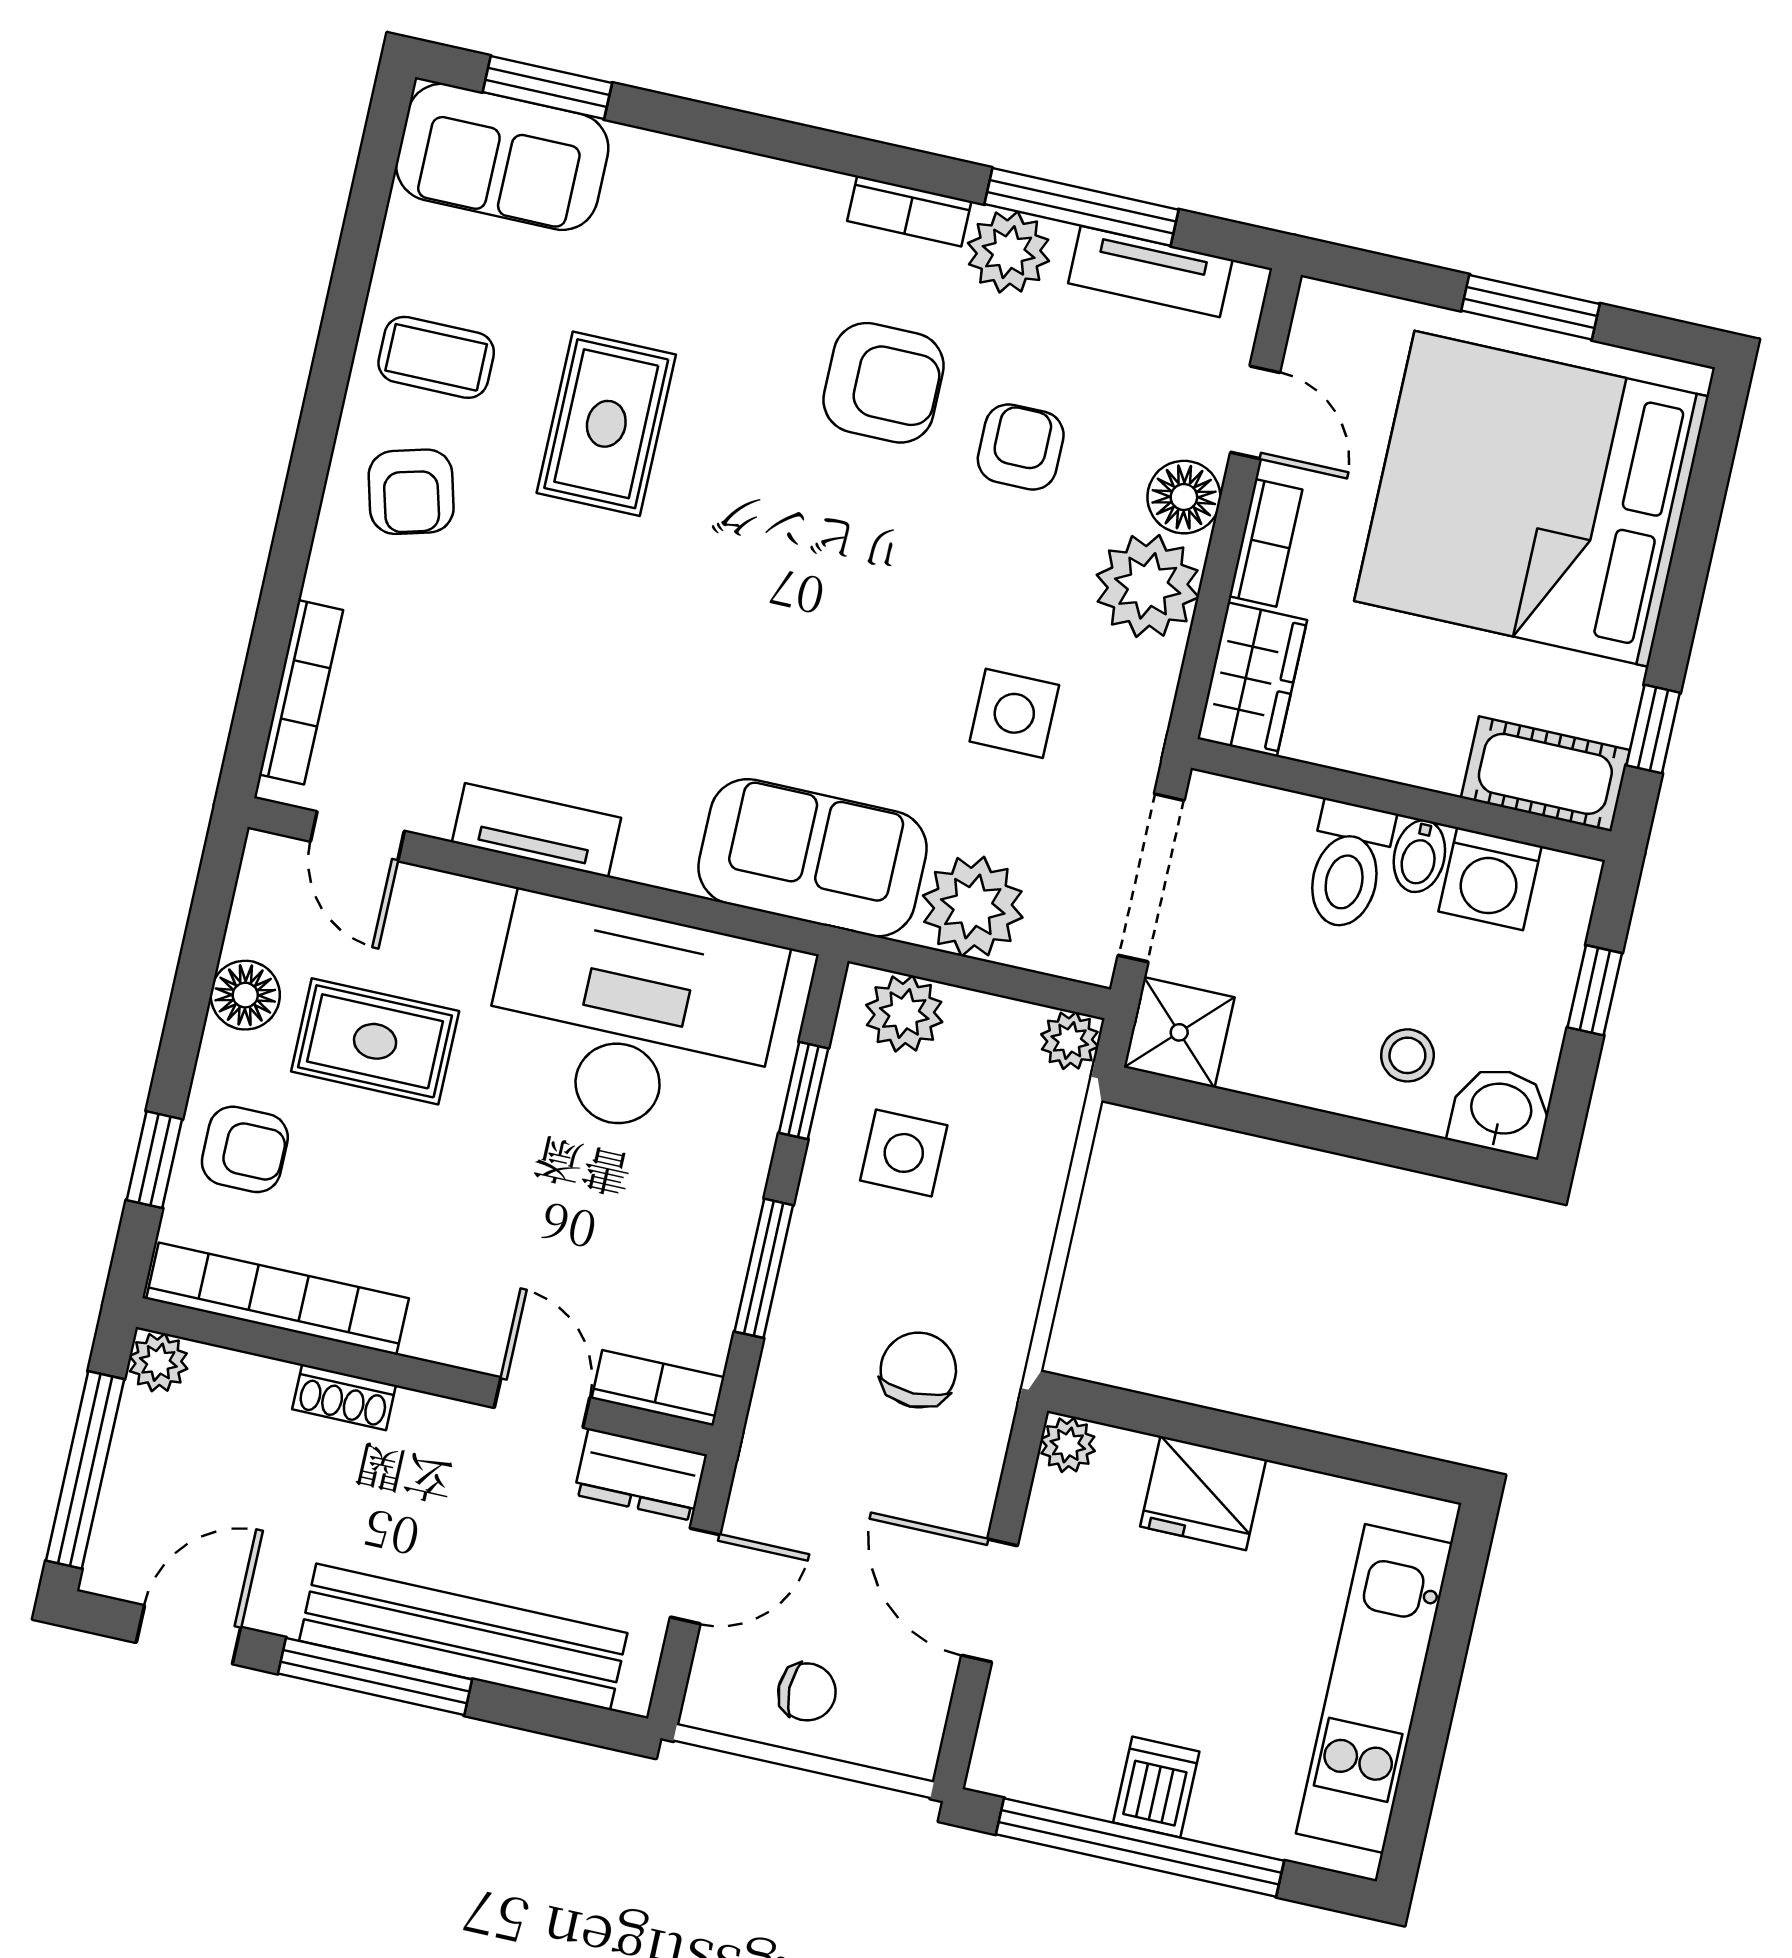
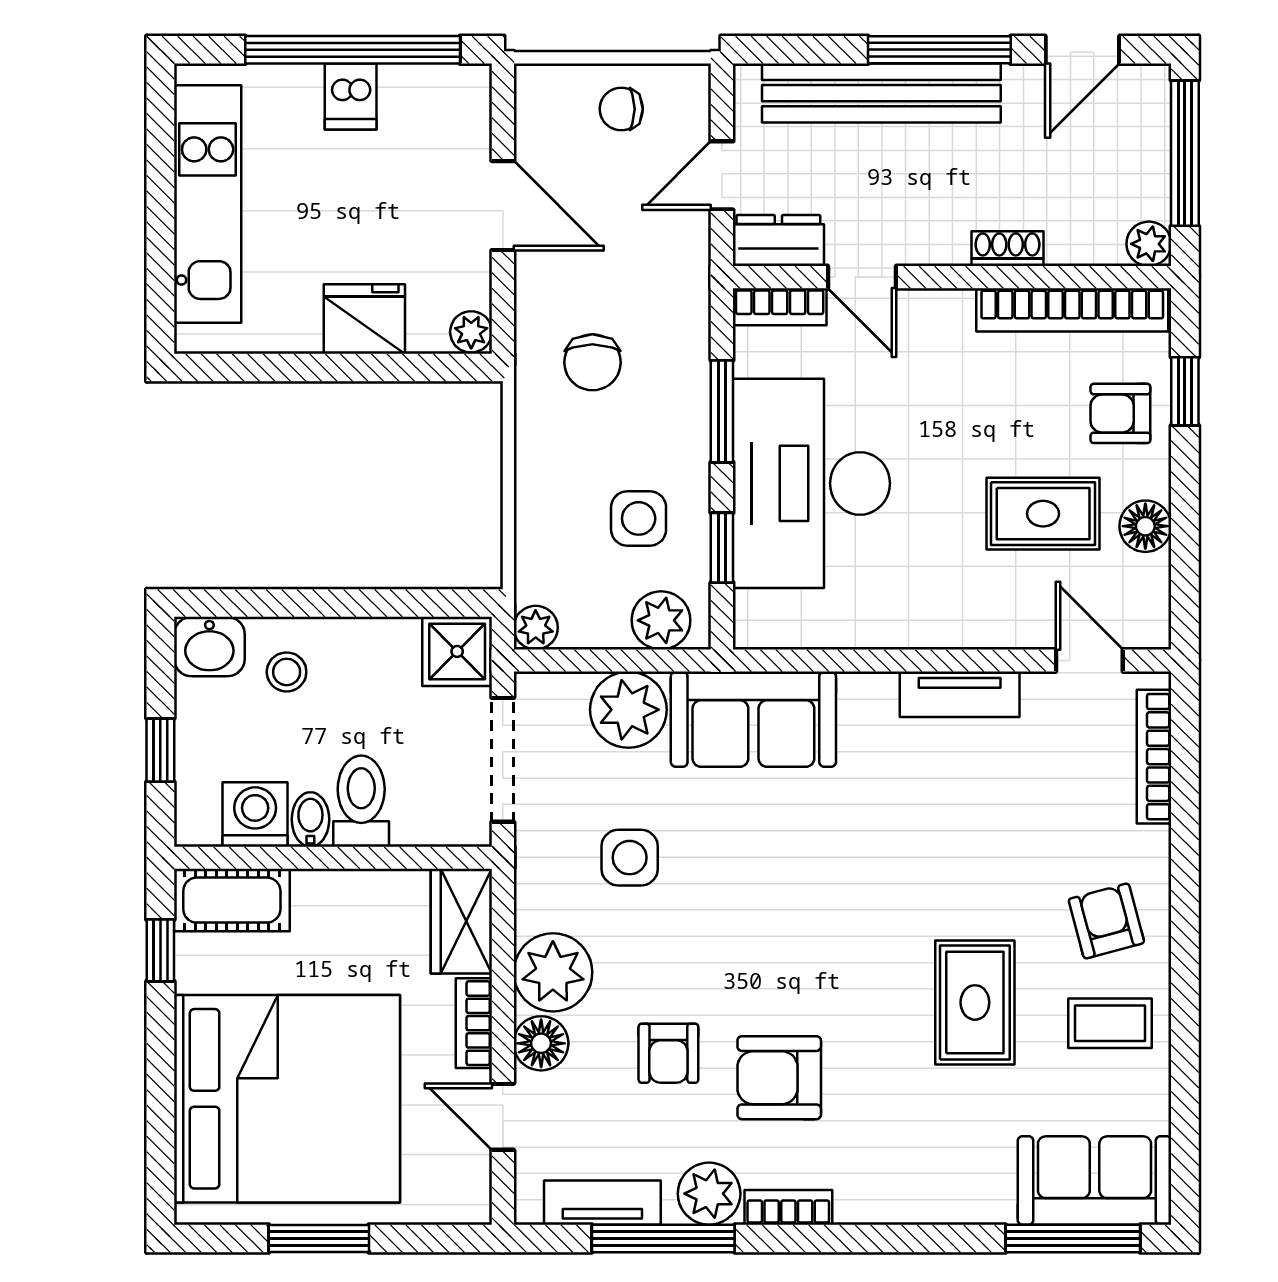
window: (547, 87) -> (1073, 1238), width x1.44
desk: (632, 1020) -> (811, 483), moved, turned 90

